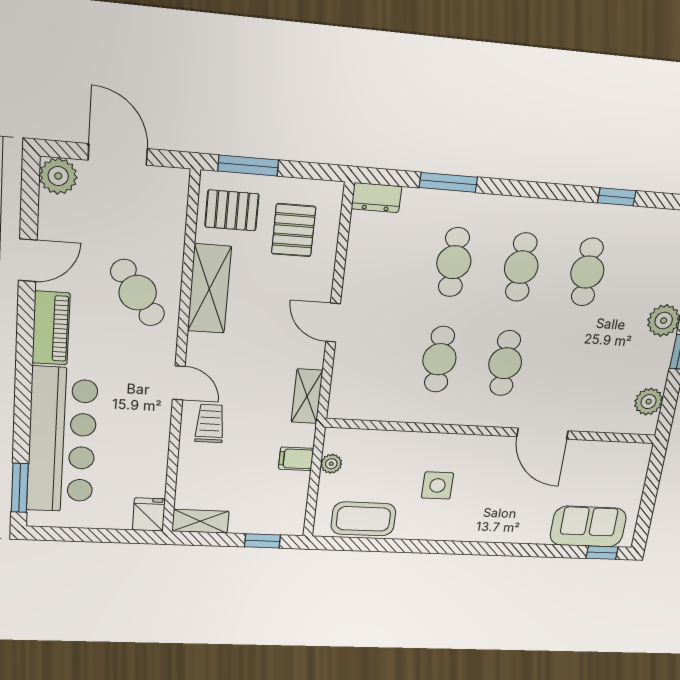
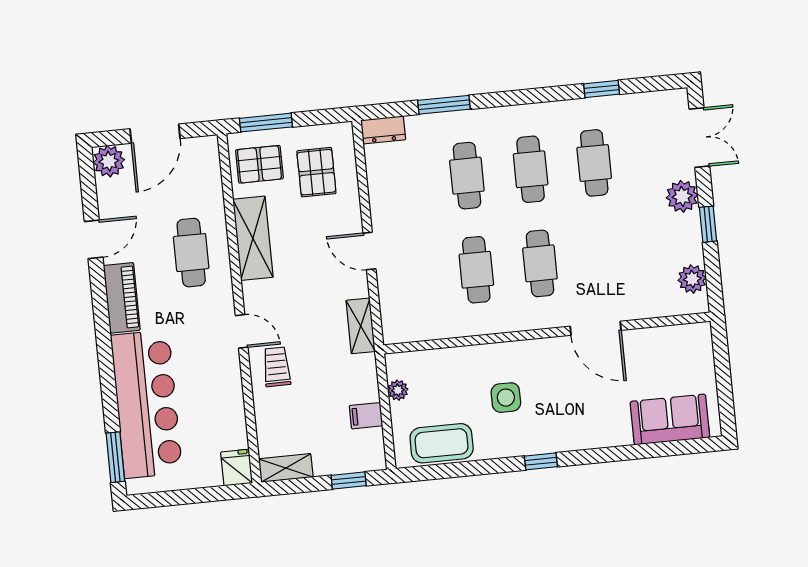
door: (118, 154) -> (155, 134), swing flipped
cafe table: (138, 293) -> (191, 253), turned 35
filing cabinet: (296, 459) -> (366, 416), moved
window: (602, 553) -> (541, 461), moved

